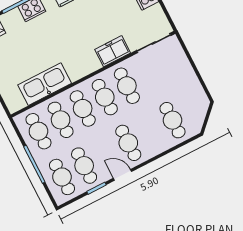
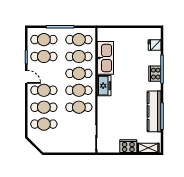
freezer: (113, 51) -> (104, 86), moved
cafe table: (150, 132) -> (44, 107), added
door: (122, 175) -> (26, 77), hinge flipped

